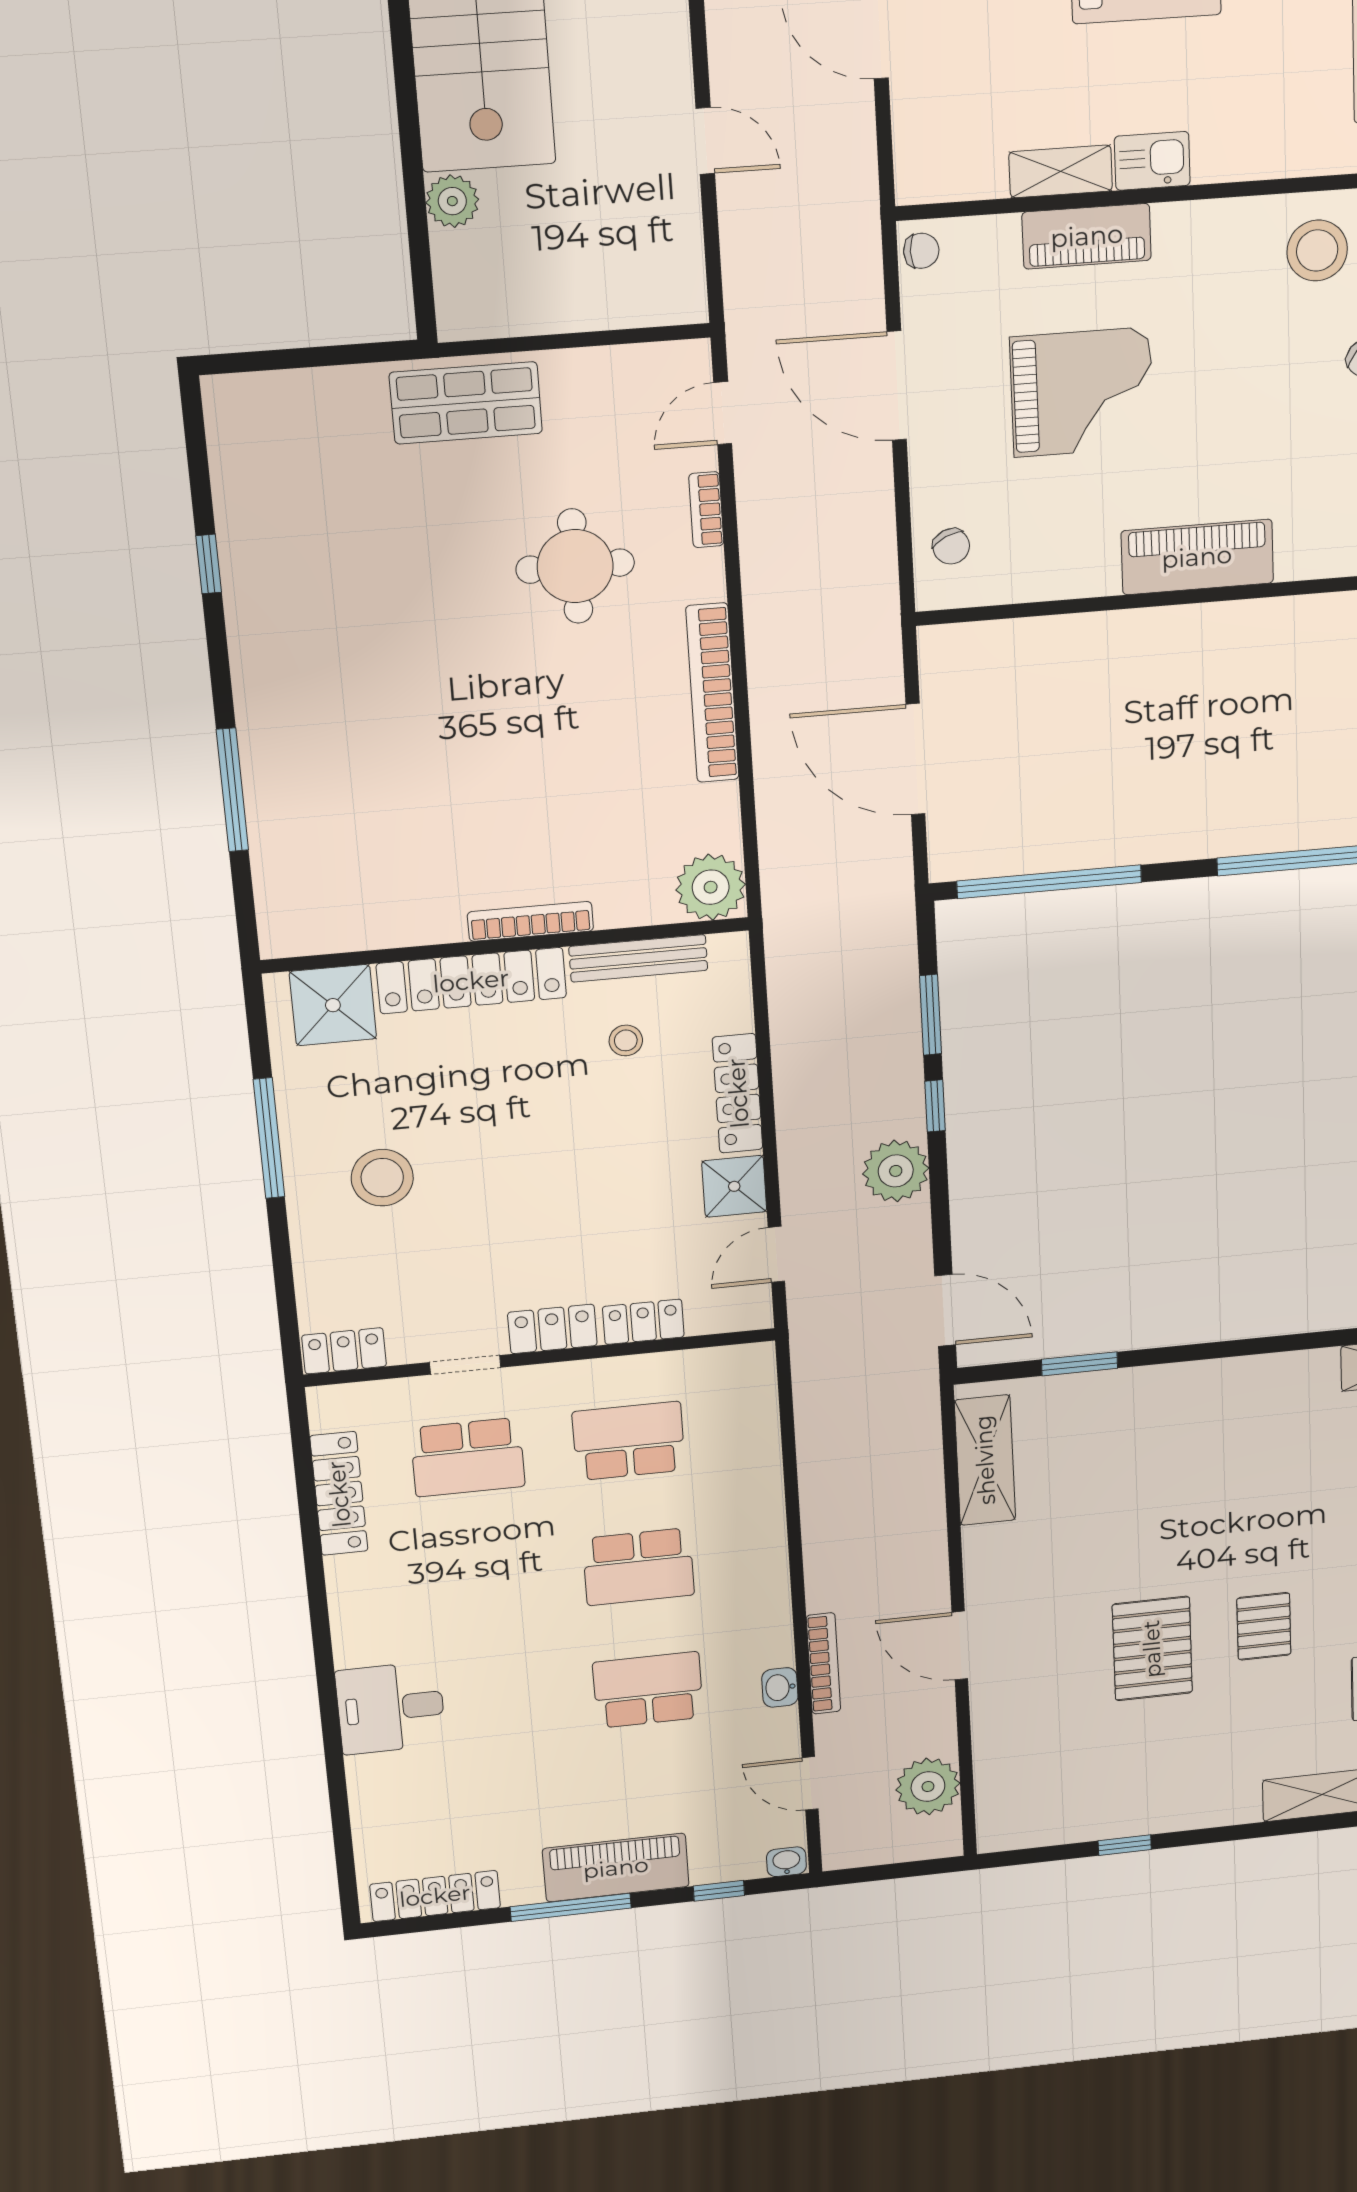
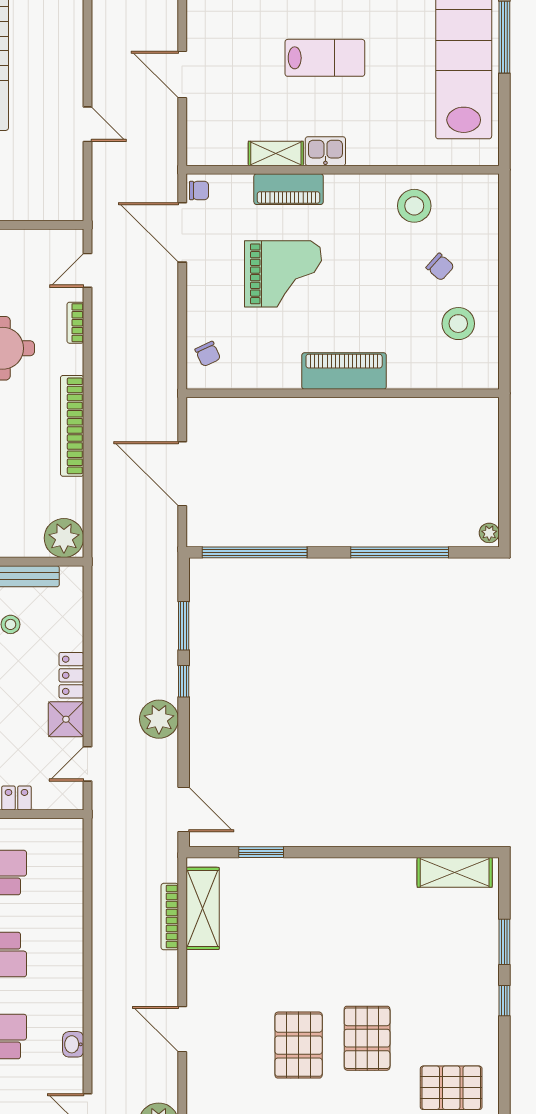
door: (897, 386) -> (182, 232), moved
locker: (738, 1093) -> (71, 675), width x0.66
pallet: (1264, 1626) -> (367, 1038), width x1.50, depth x1.42
bookcase: (823, 1663) -> (170, 917), moved, turned 180

